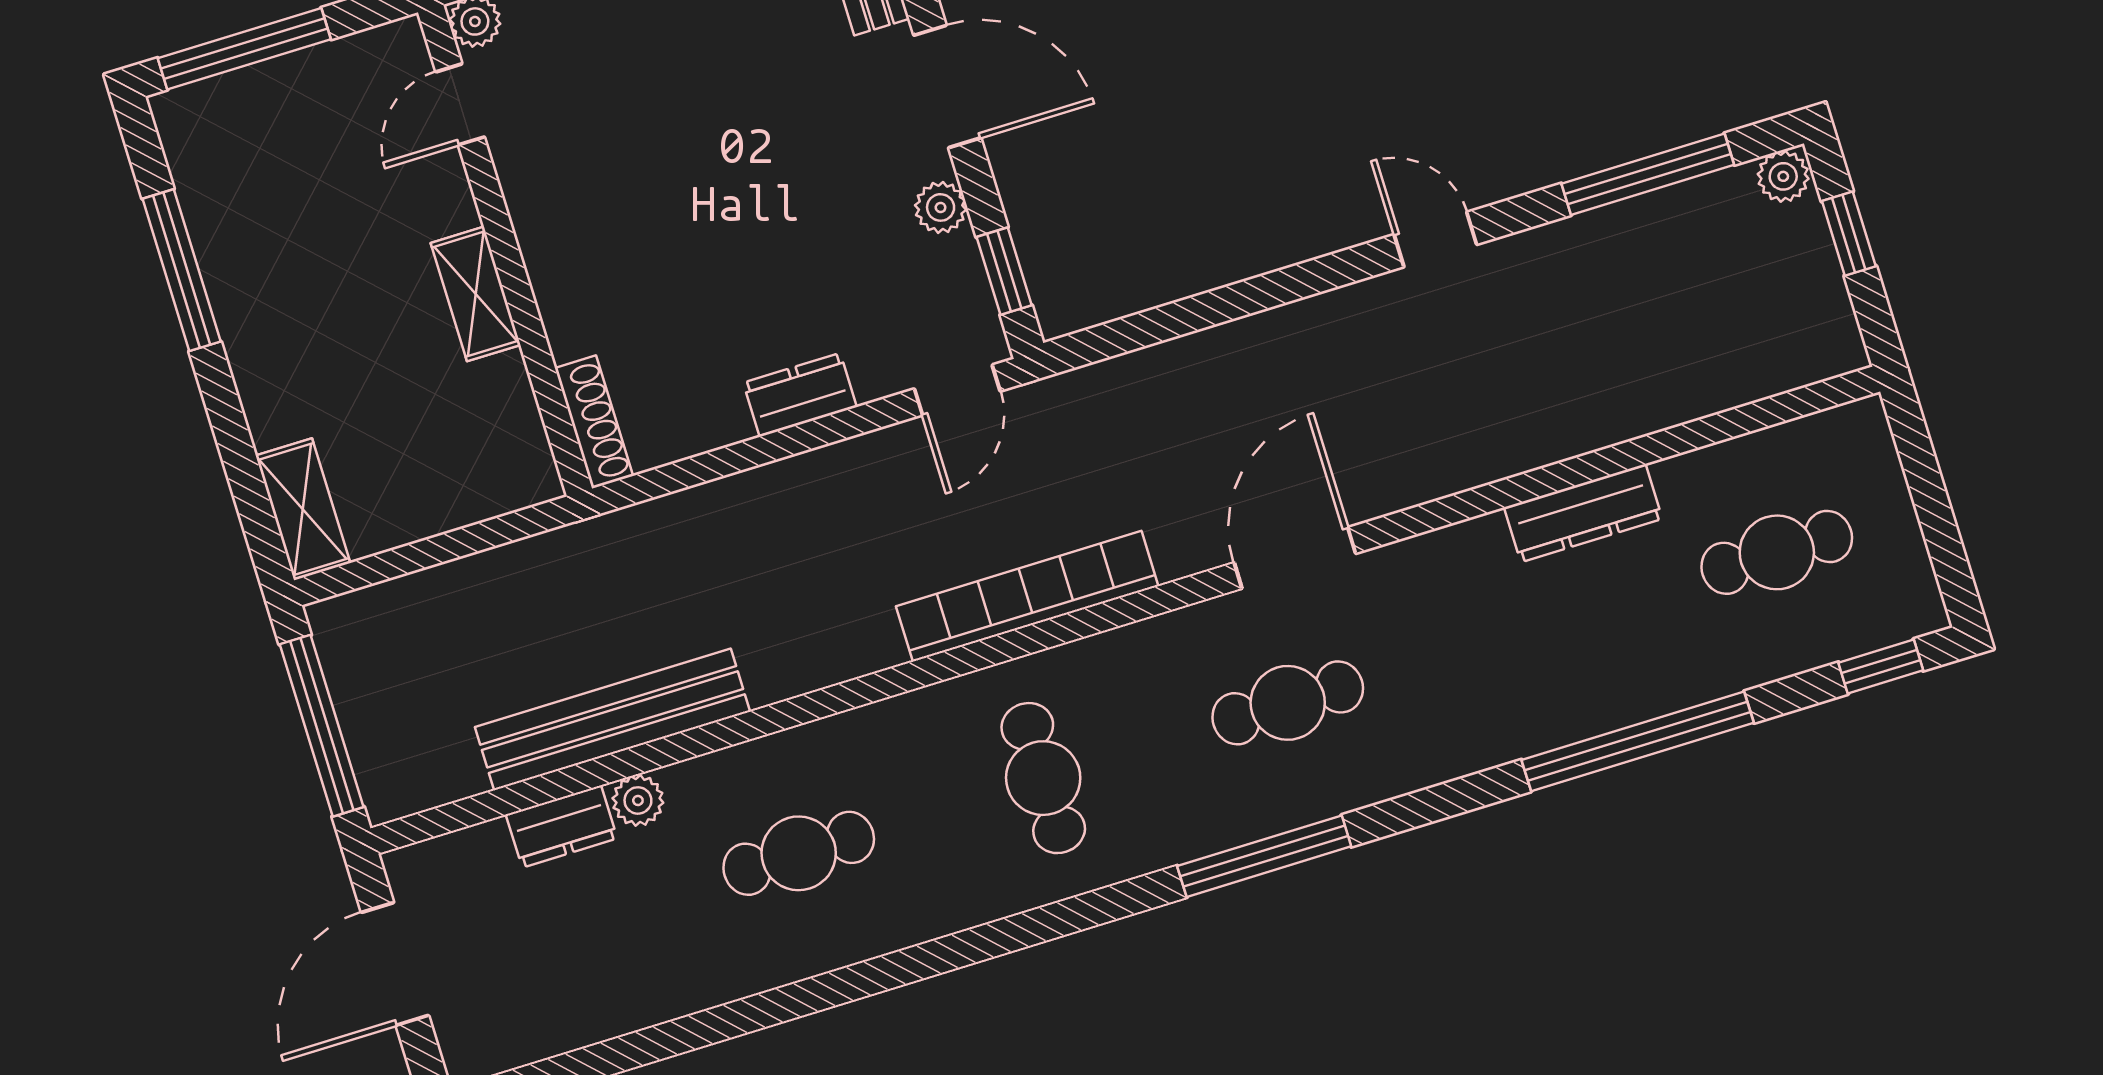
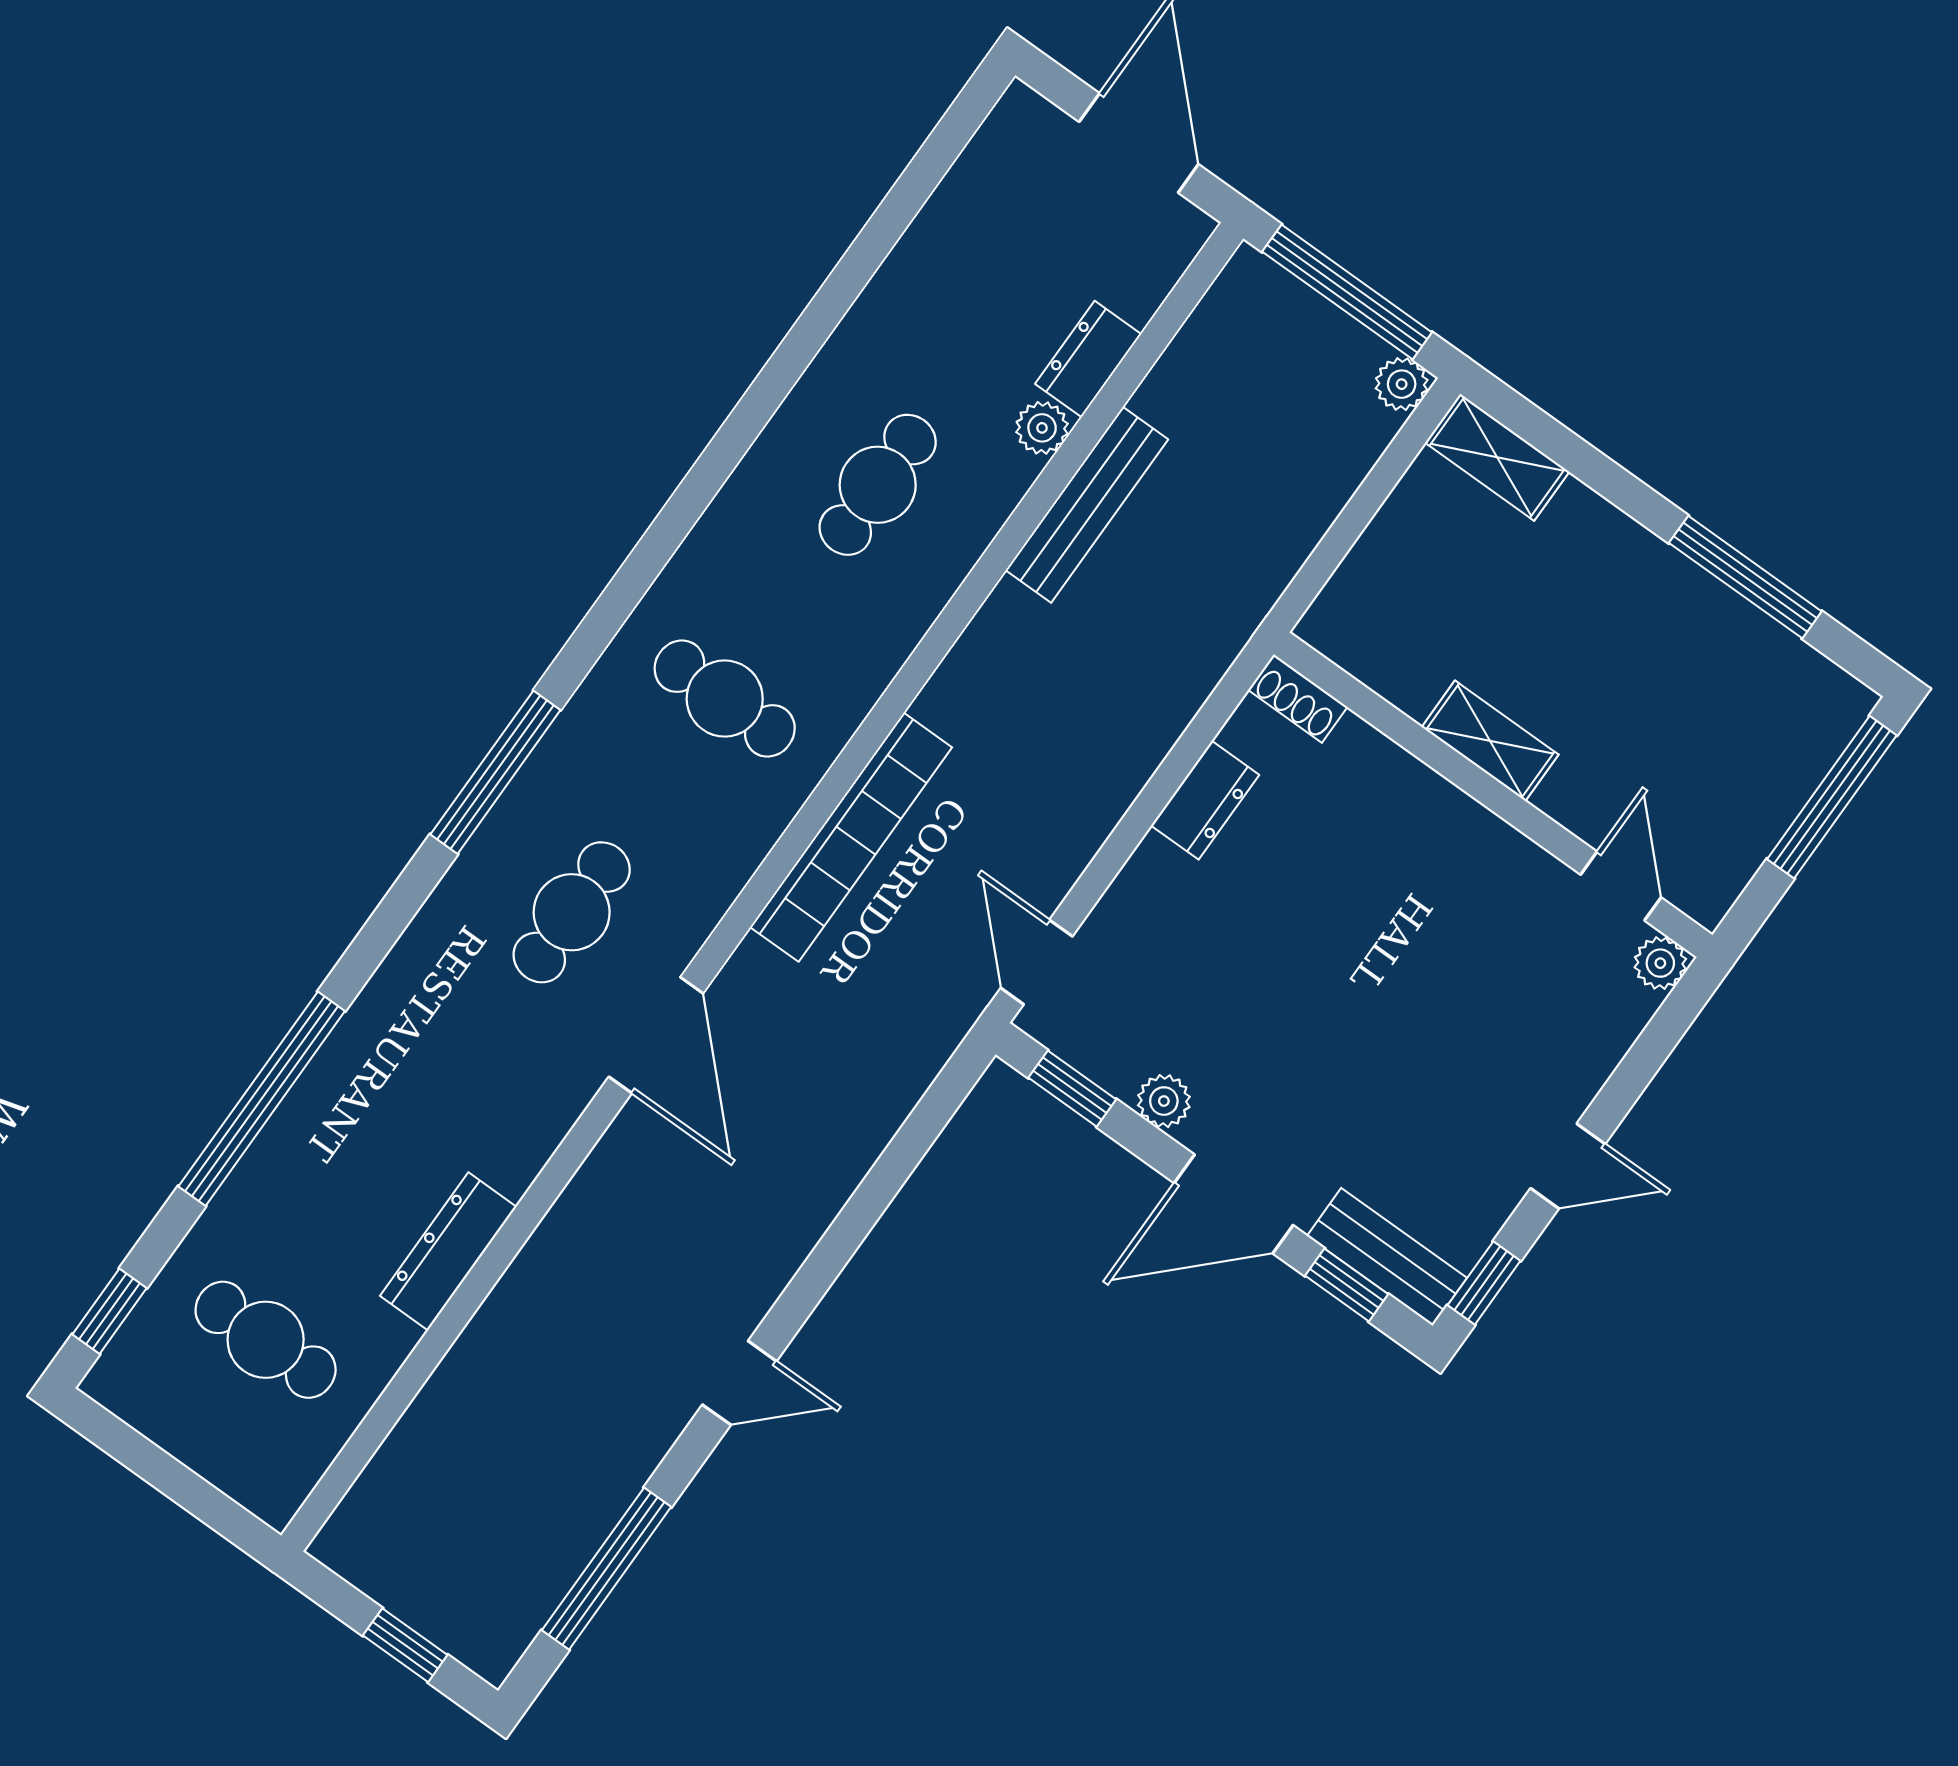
plant: (1783, 176) -> (1402, 384), moved
dresser: (800, 395) -> (1205, 800), moved
shoe rack: (594, 422) -> (1298, 698), width x0.70
cafe table: (1777, 552) -> (266, 1340), turned 90
bench: (612, 719) -> (1087, 505), width x0.73, depth x0.82

